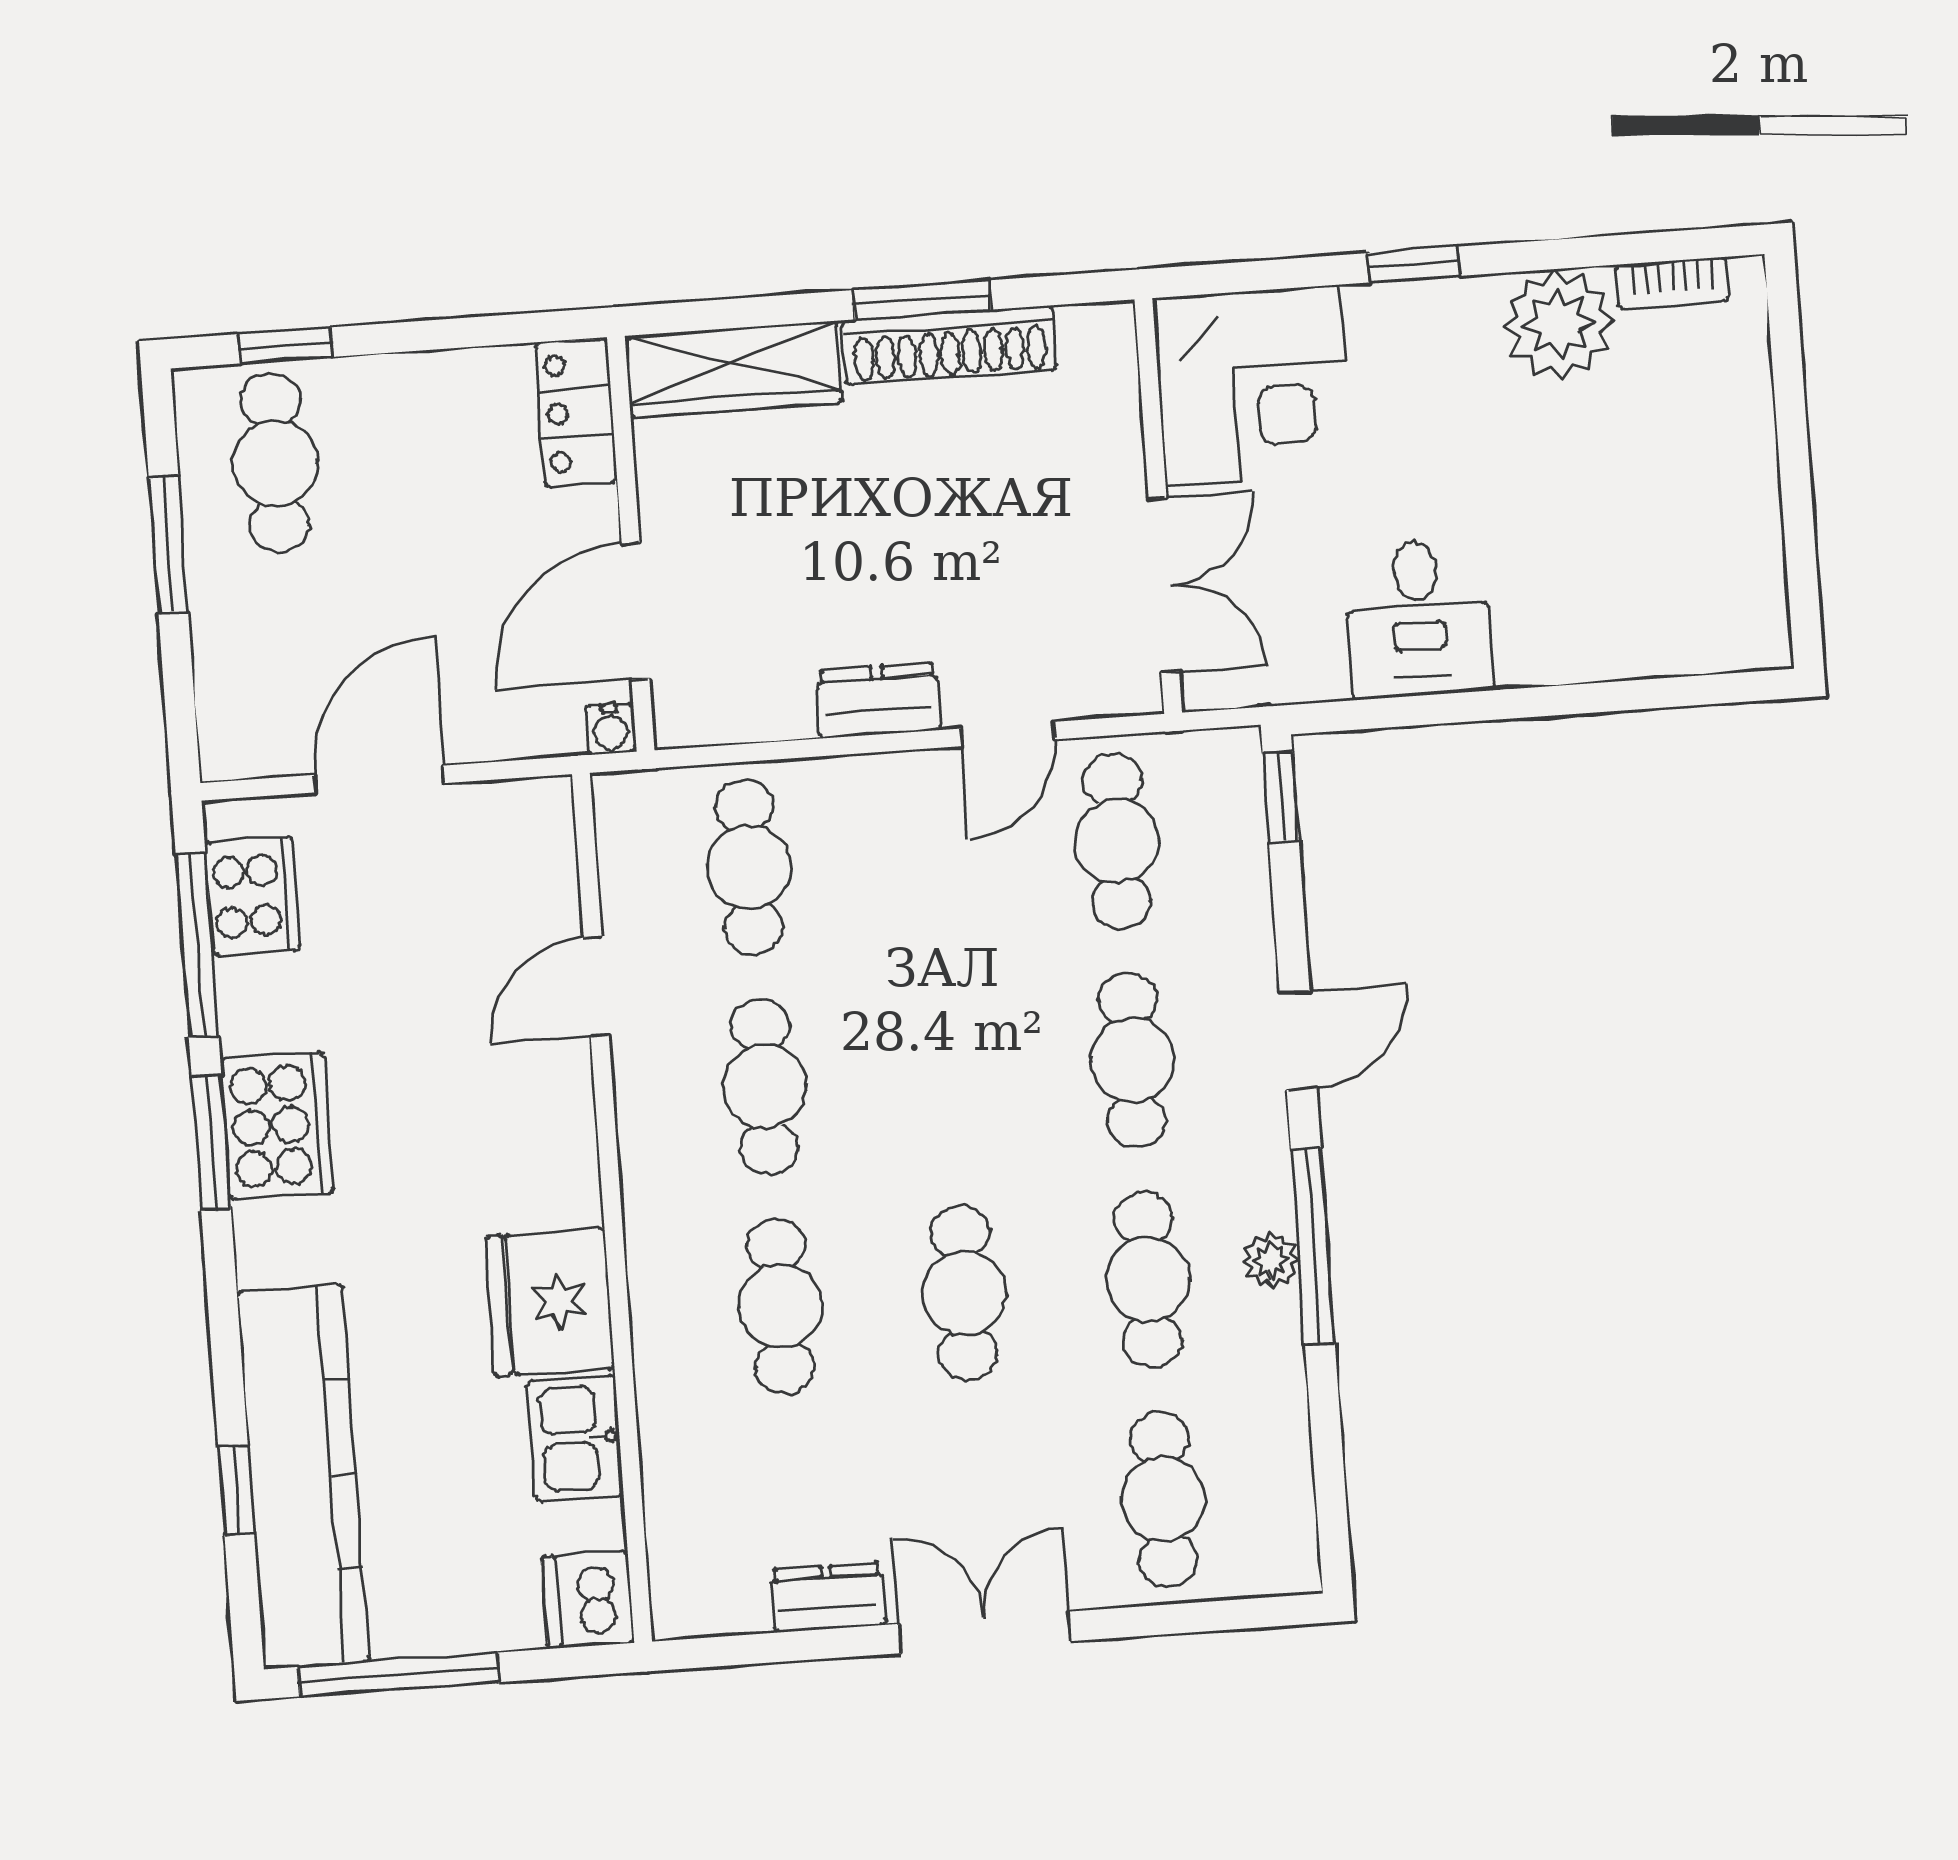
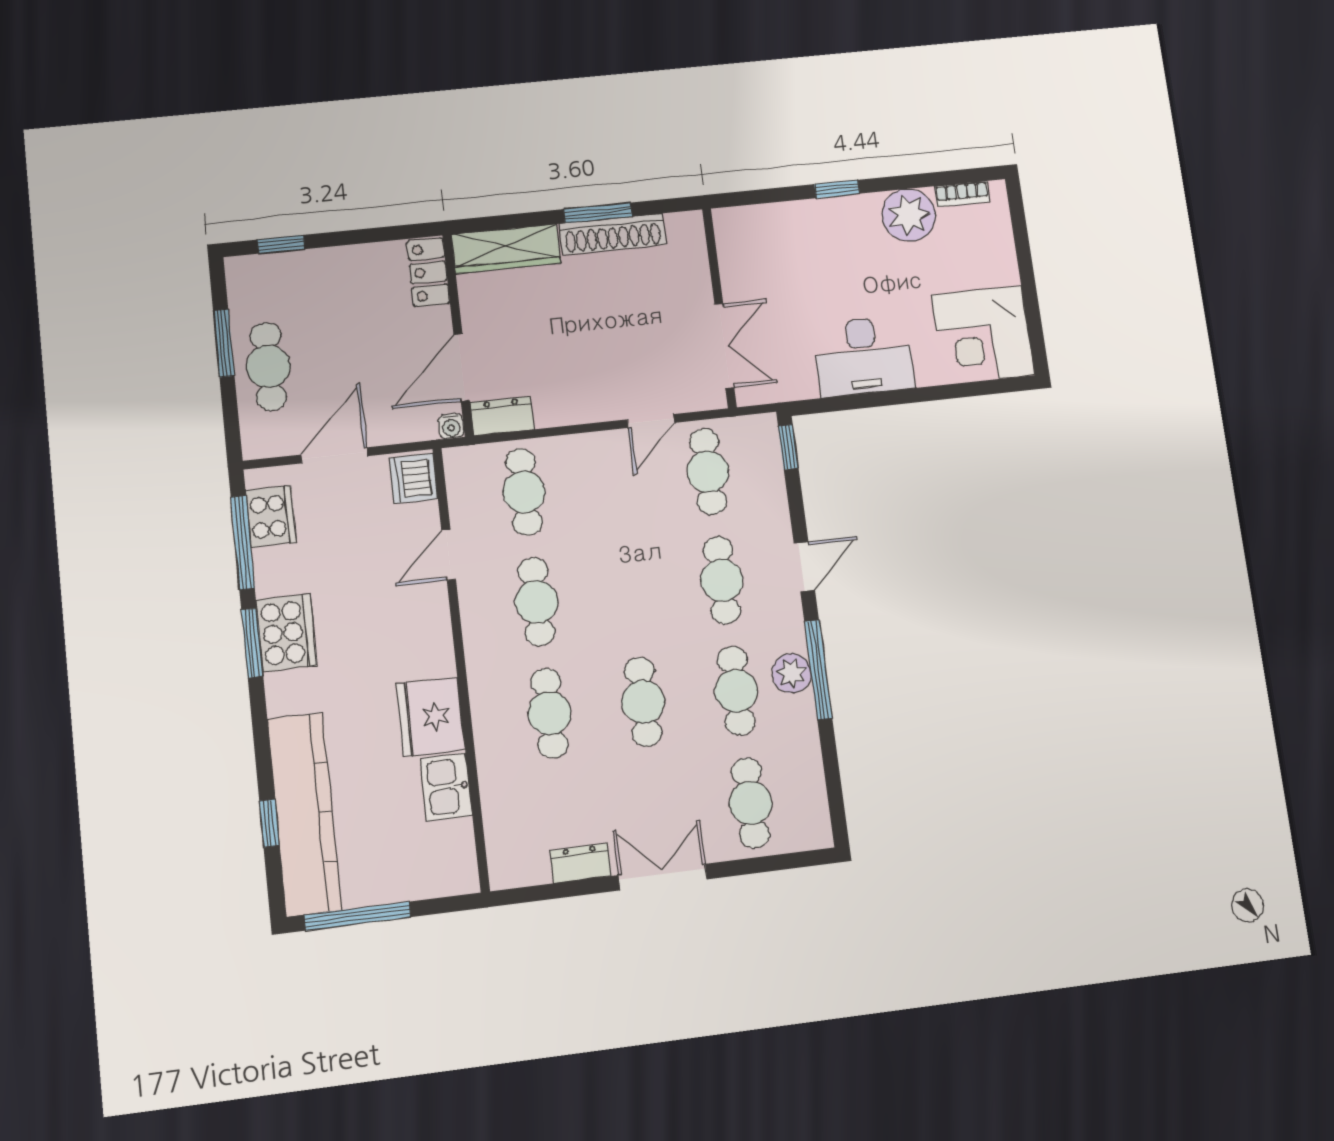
corner desk: (1253, 385) -> (983, 335), moved, turned 90
cafe table: (275, 463) -> (268, 366), moved
desk: (1418, 619) -> (863, 356), width x1.37
dresser: (878, 700) -> (502, 416), moved
plant: (1271, 1260) -> (792, 673), width x1.38, depth x1.38
dishwasher: (588, 1600) -> (414, 478), moved

